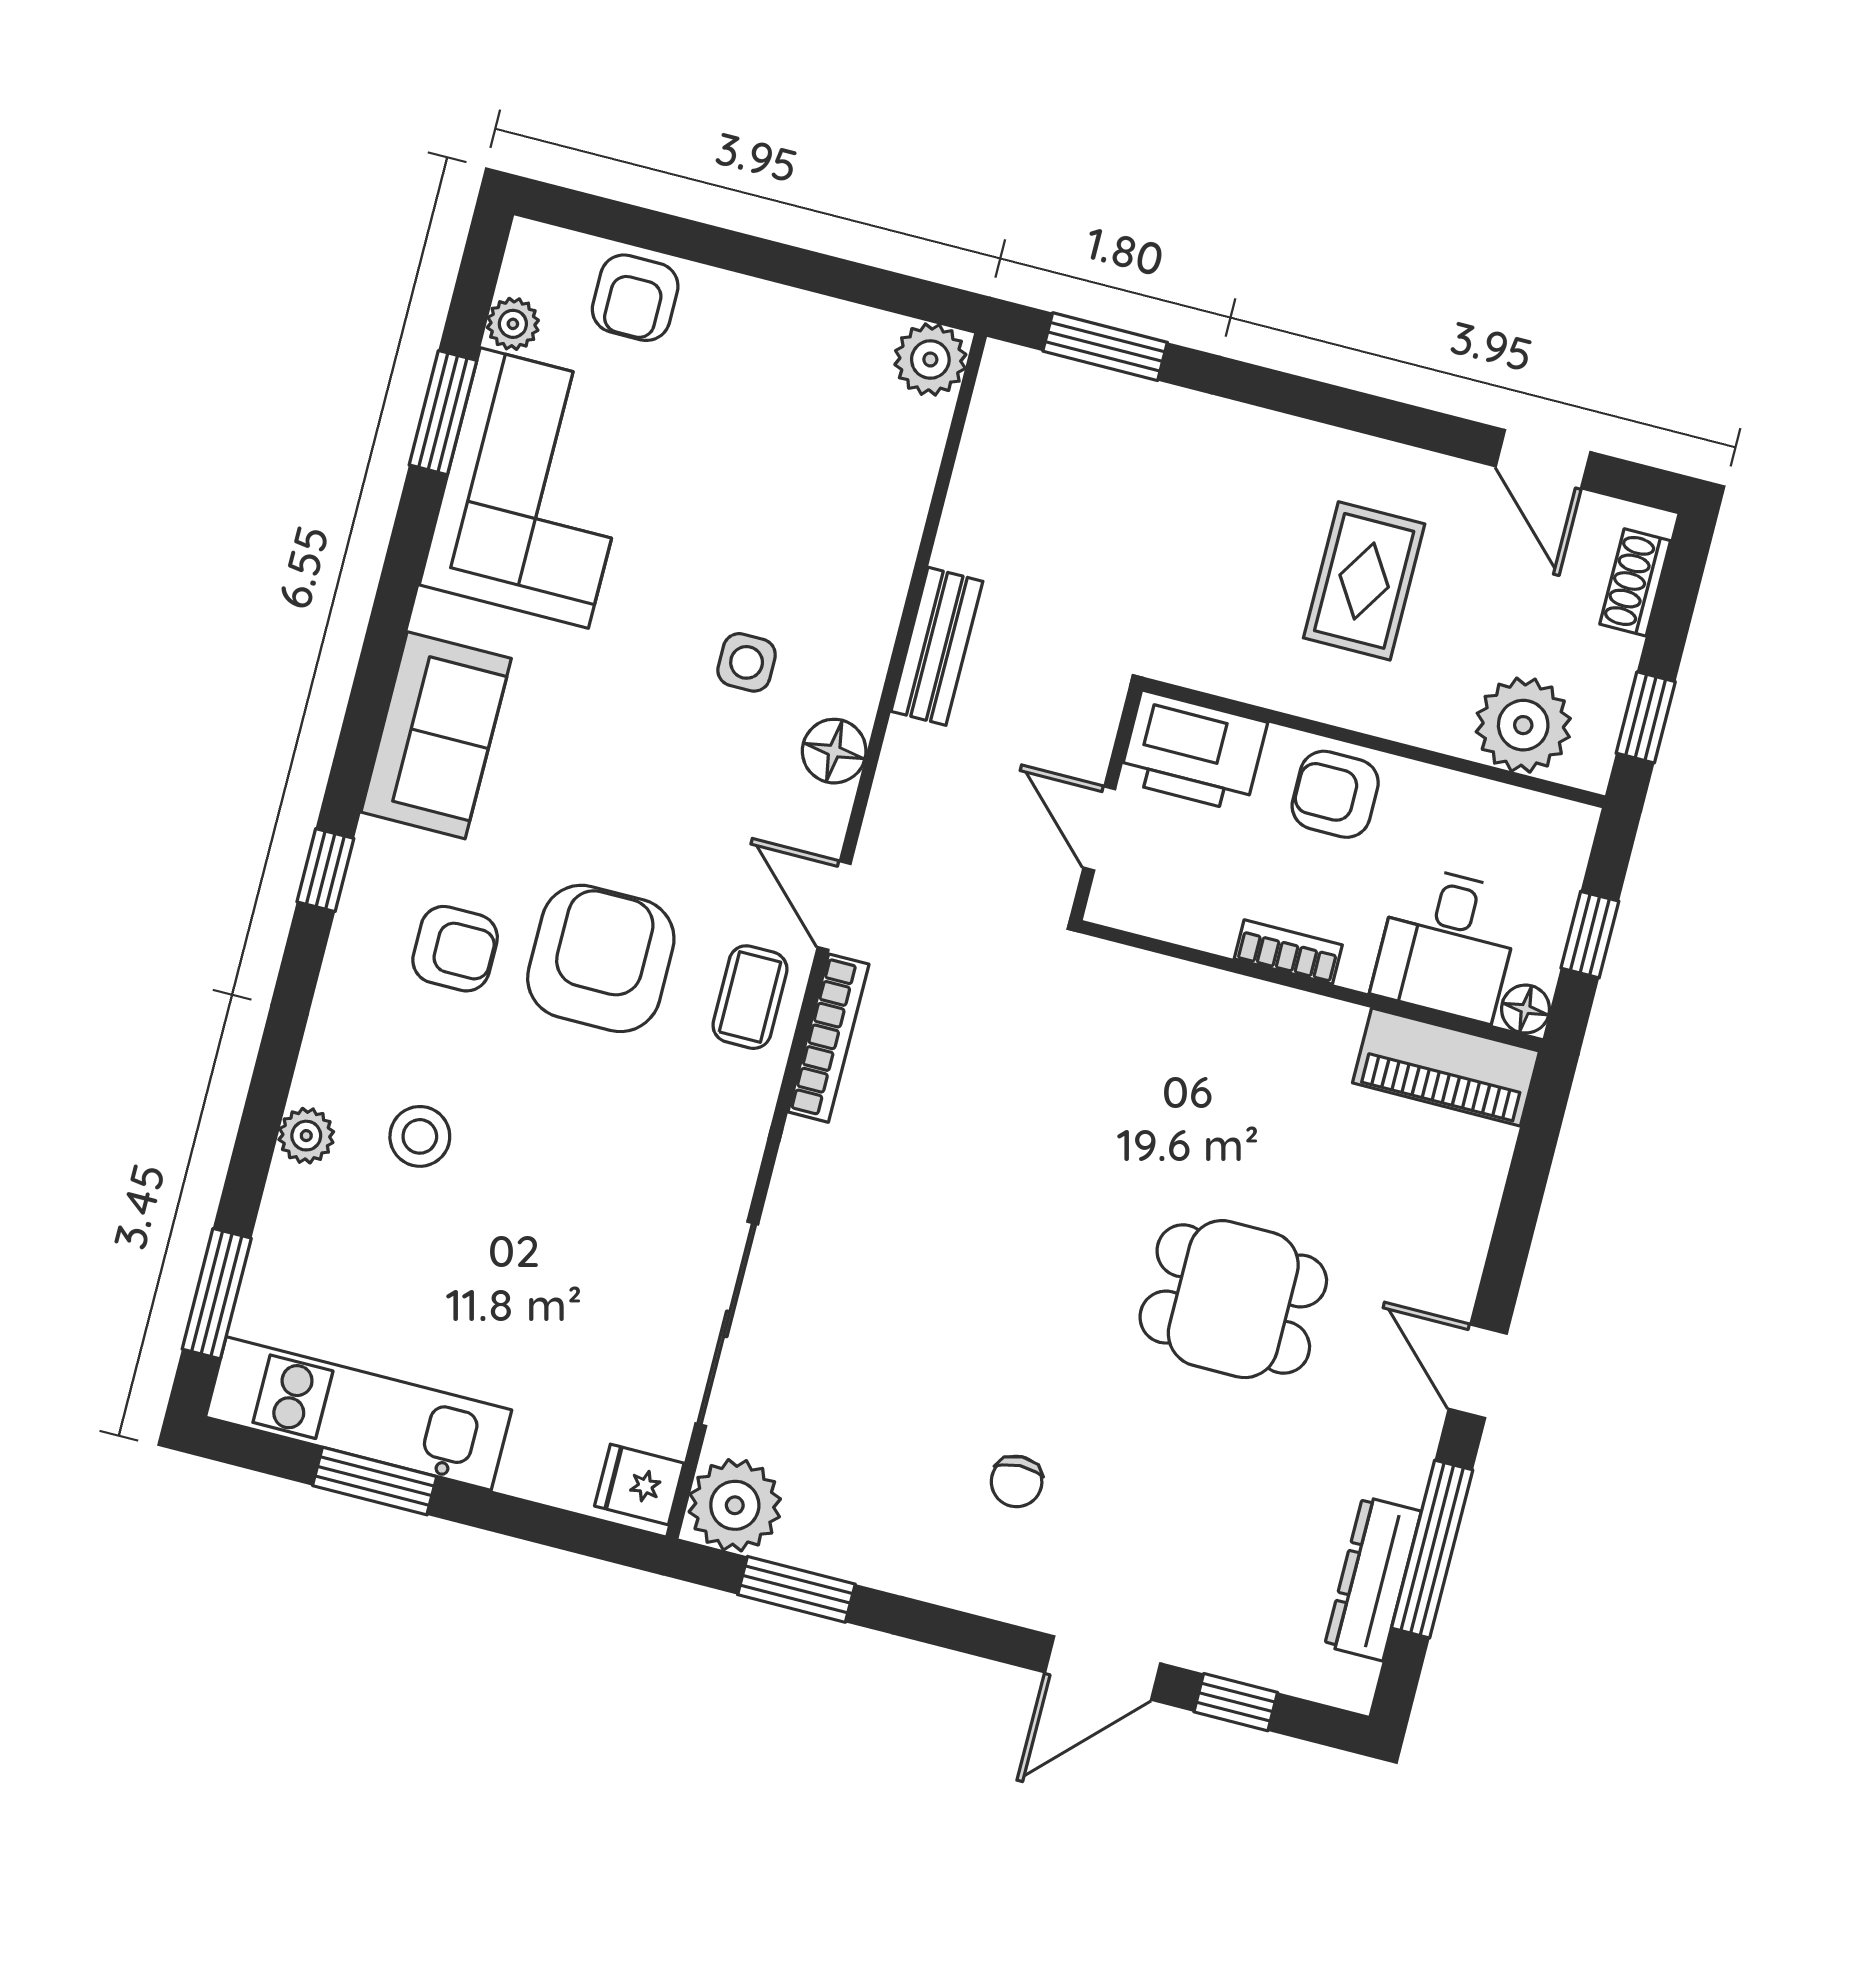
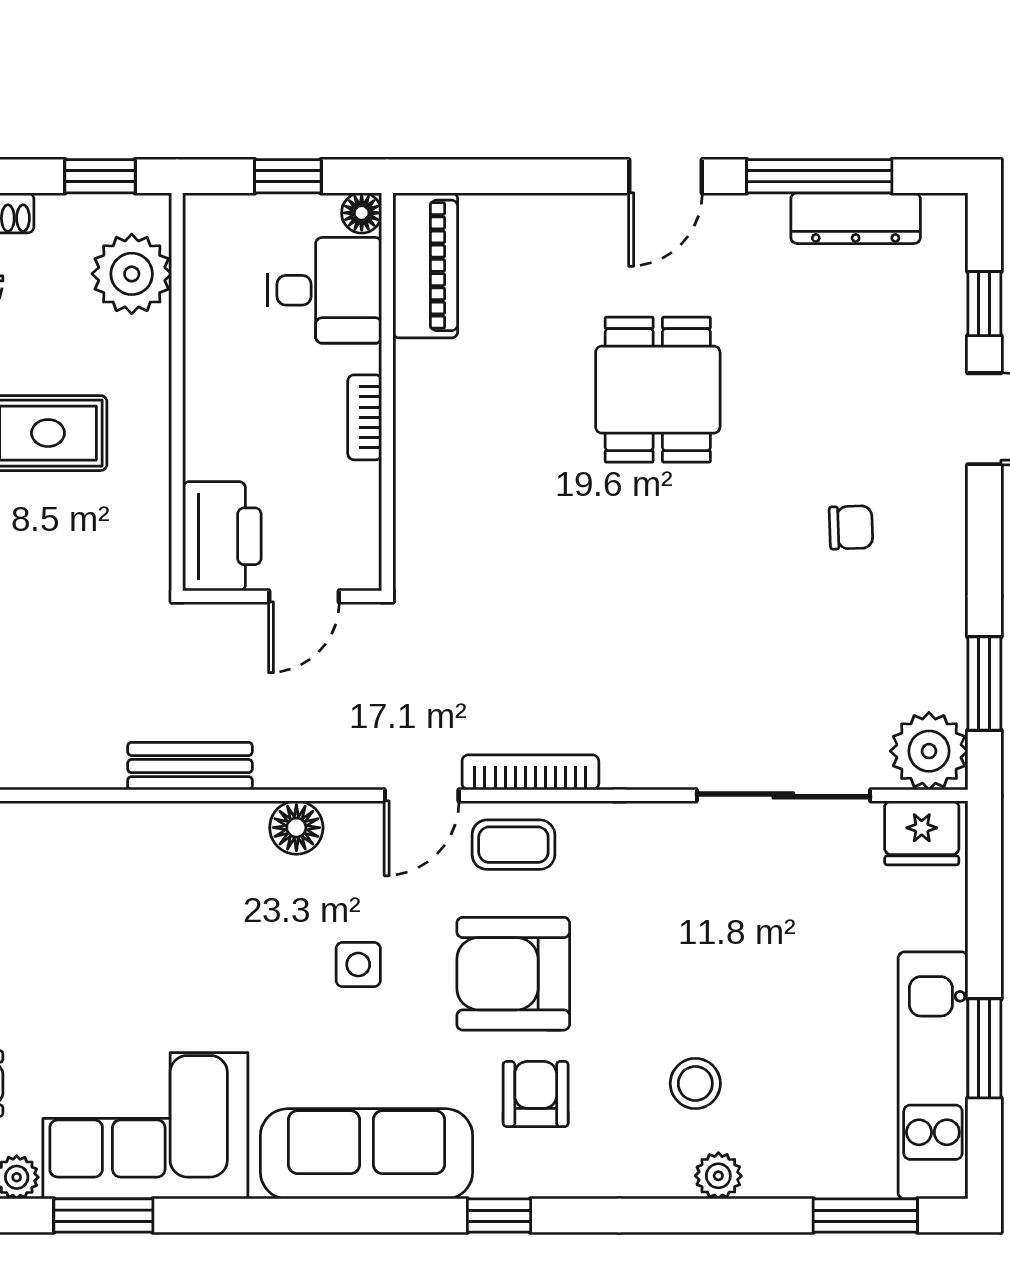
side table: (747, 662) -> (358, 965), moved
sofa: (436, 735) -> (366, 1154), width x1.36
armchair: (1335, 794) -> (227, 412), removed
fridge: (639, 1485) -> (922, 833), width x1.38

